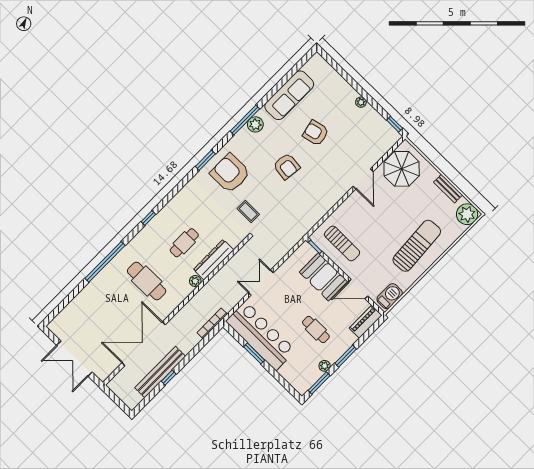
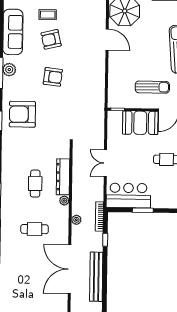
coffee table: (248, 212) -> (48, 15), moved
sun lounger: (342, 243) -> (152, 87), moved
cafe table: (147, 281) -> (35, 229), width x0.73, depth x0.74
plant: (190, 307) -> (76, 220), added
bar counter: (261, 336) -> (128, 196), width x0.73
window: (169, 378) -> (105, 240), moved

